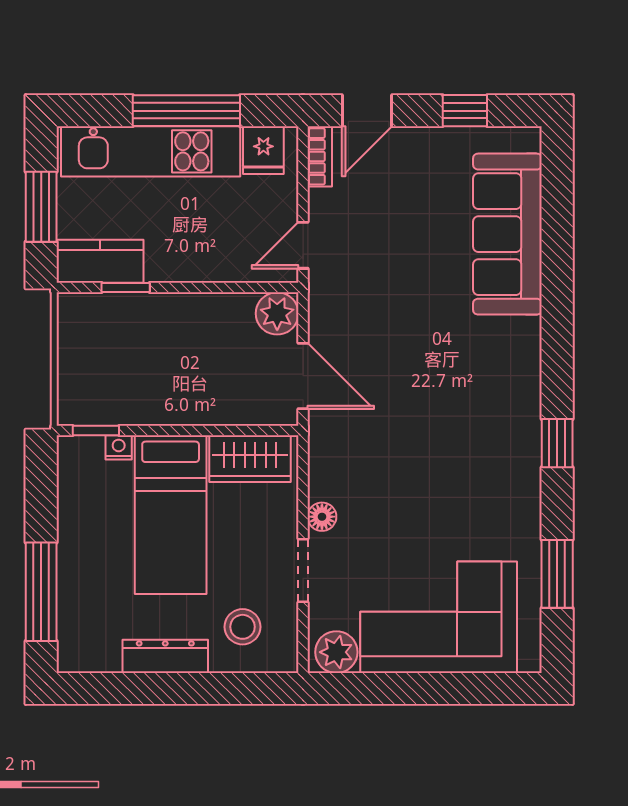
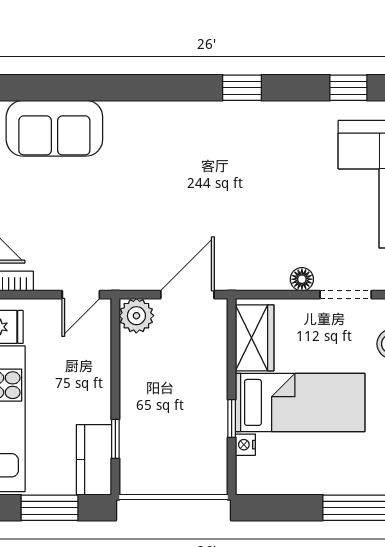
sofa: (507, 234) -> (54, 128), width x0.73
door: (303, 245) -> (81, 295), hinge flipped
window: (96, 430) -> (232, 419), moved
window: (557, 574) -> (348, 88), width x0.67

